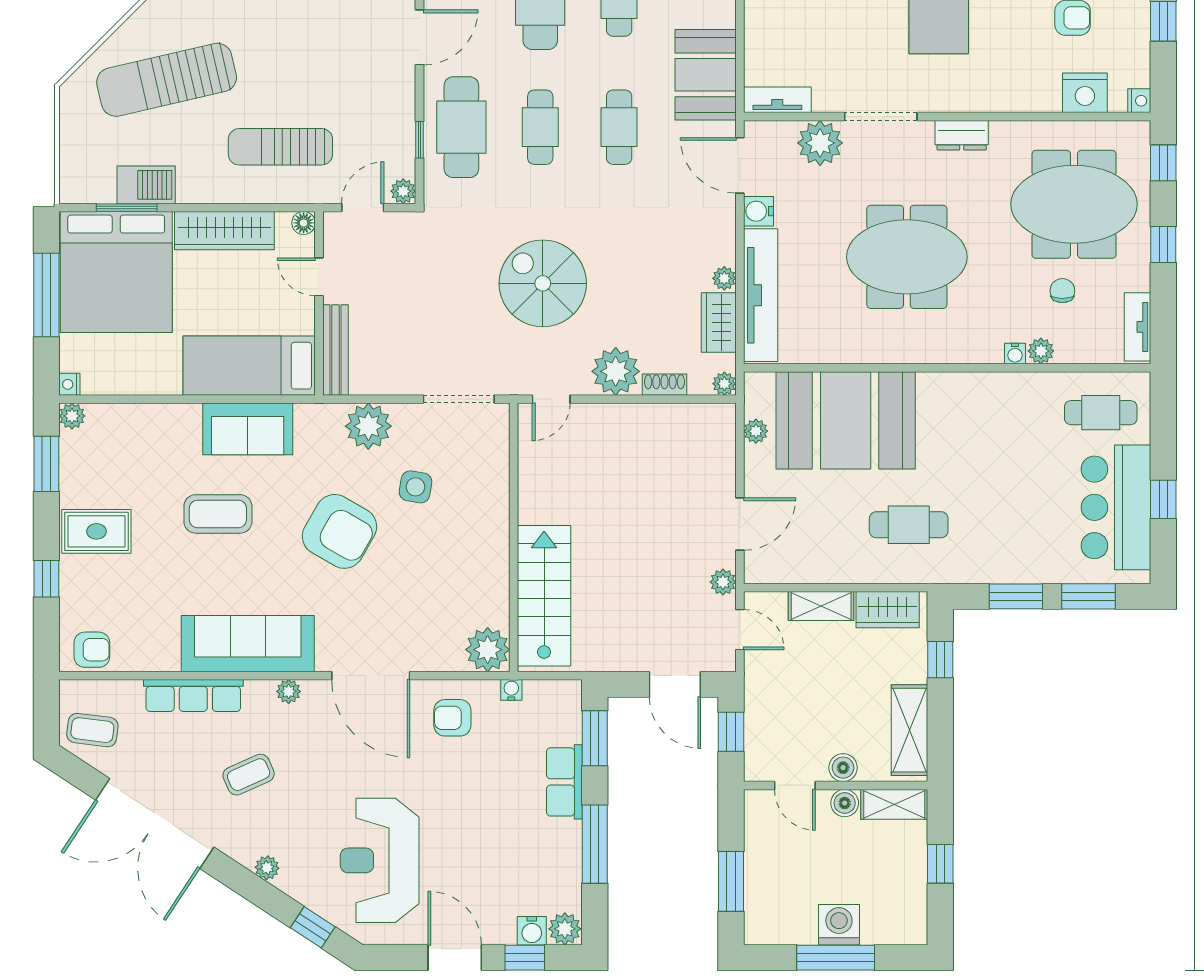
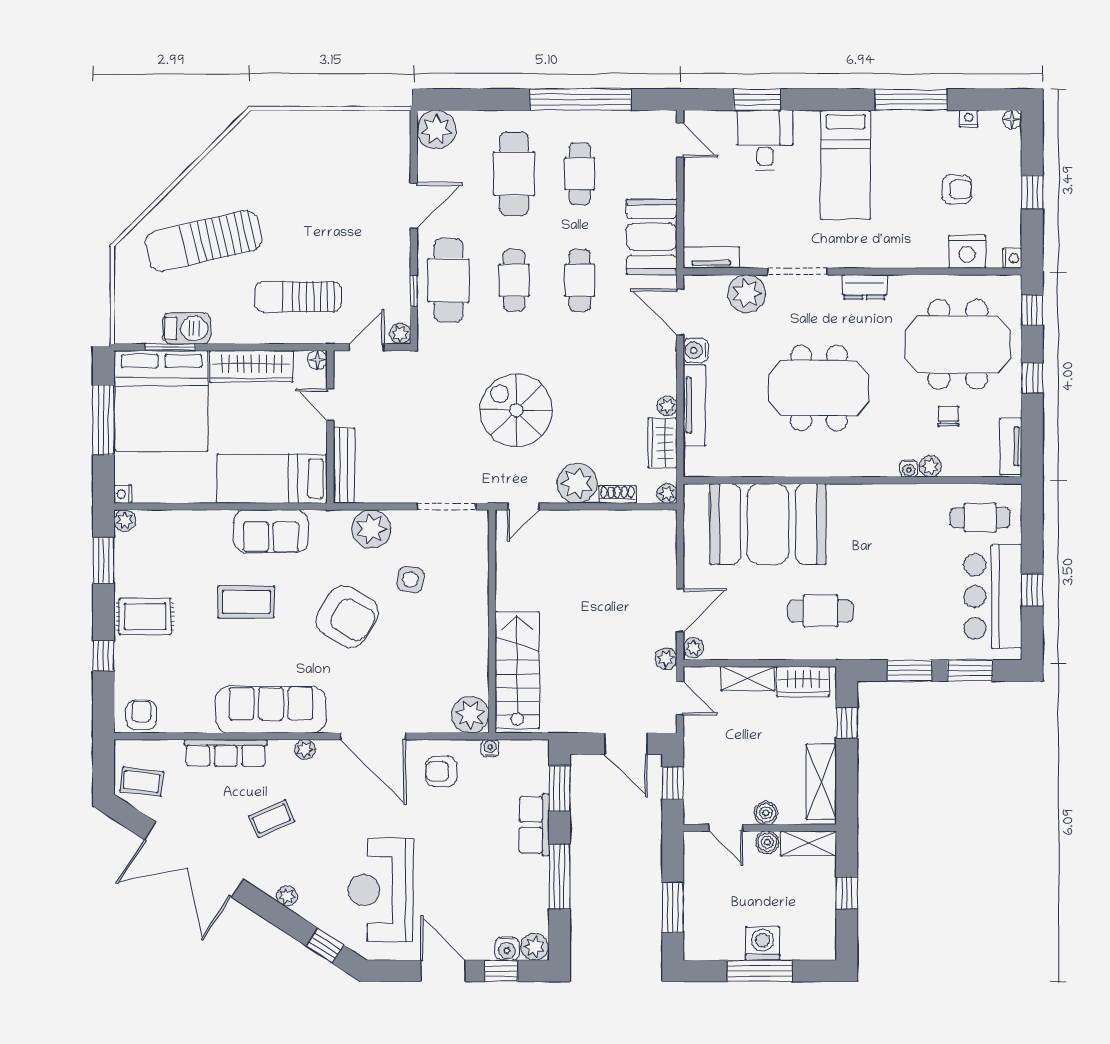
tv unit: (761, 295) -> (694, 405), width x0.73, depth x0.78
plant: (756, 431) -> (693, 648), moved
armchair: (92, 650) -> (141, 715), turned -90

